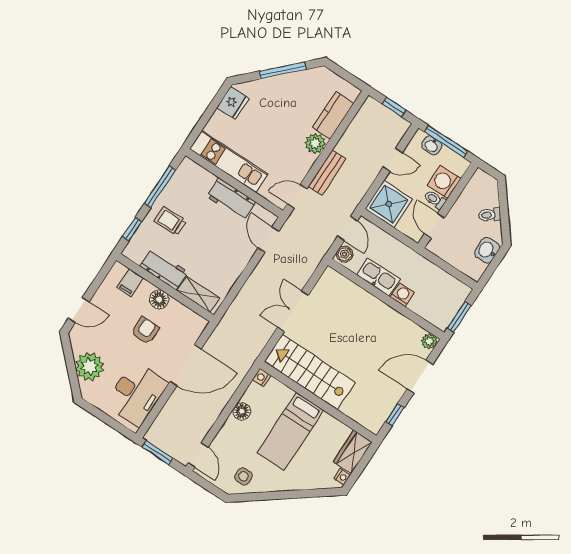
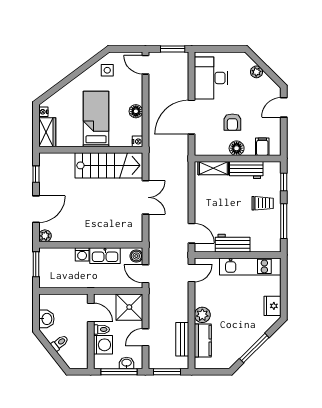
window: (394, 107) -> (167, 372), width x1.50
bench: (327, 173) -> (182, 339), moved
plant: (90, 367) -> (256, 72), width x0.53, depth x0.53

